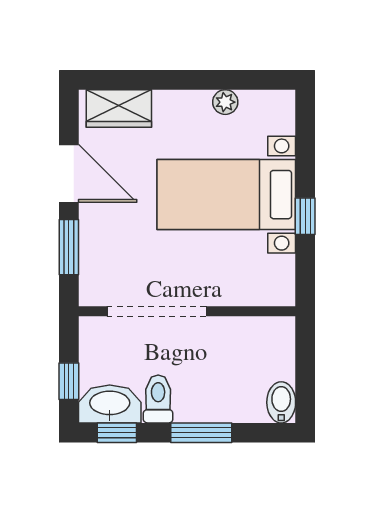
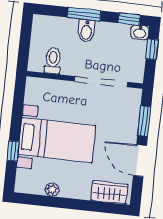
window: (305, 216) -> (13, 151), moved
toilet: (158, 399) -> (53, 61), moved, turned 180
bidet: (281, 402) -> (86, 31), moved
washbasin: (110, 404) -> (140, 32), width x0.52, depth x0.69

